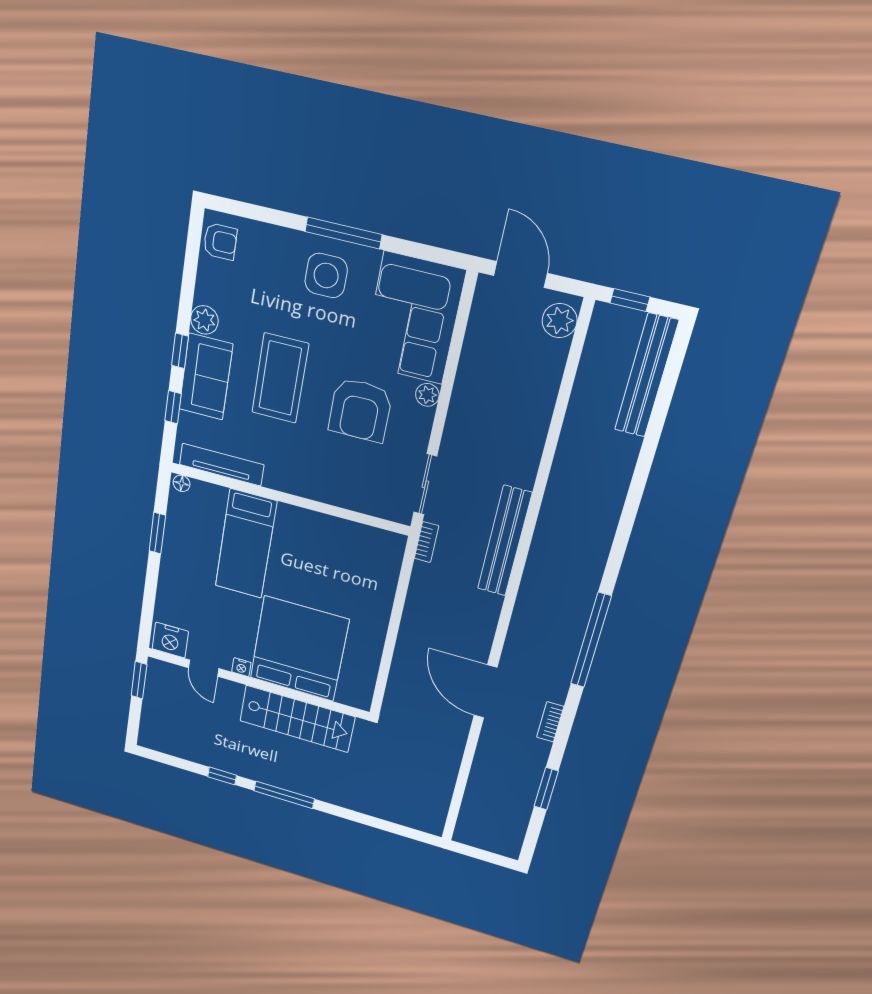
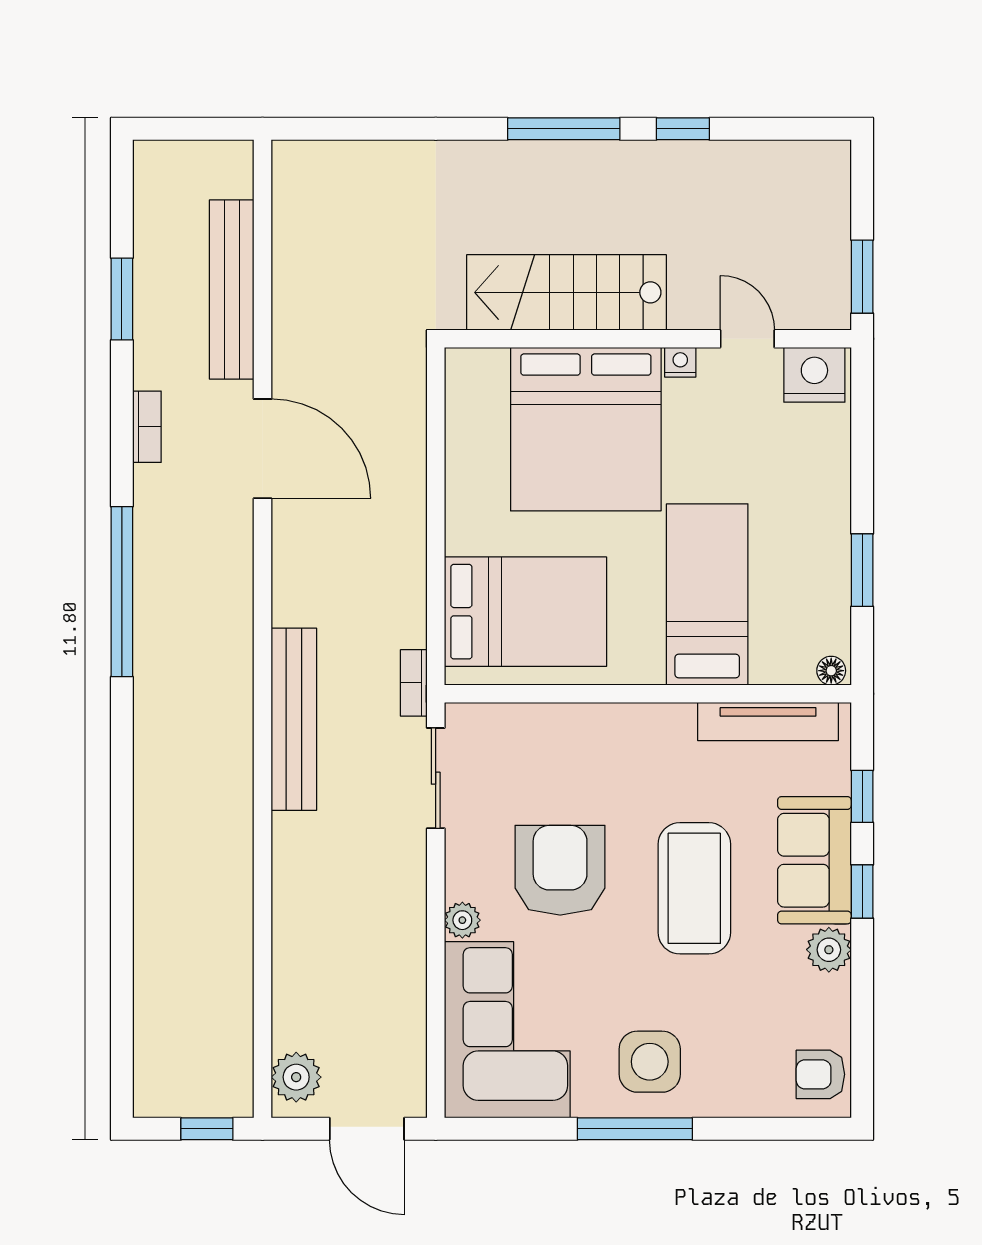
bench: (646, 376) -> (232, 290), moved
bed: (352, 563) -> (525, 612), added

